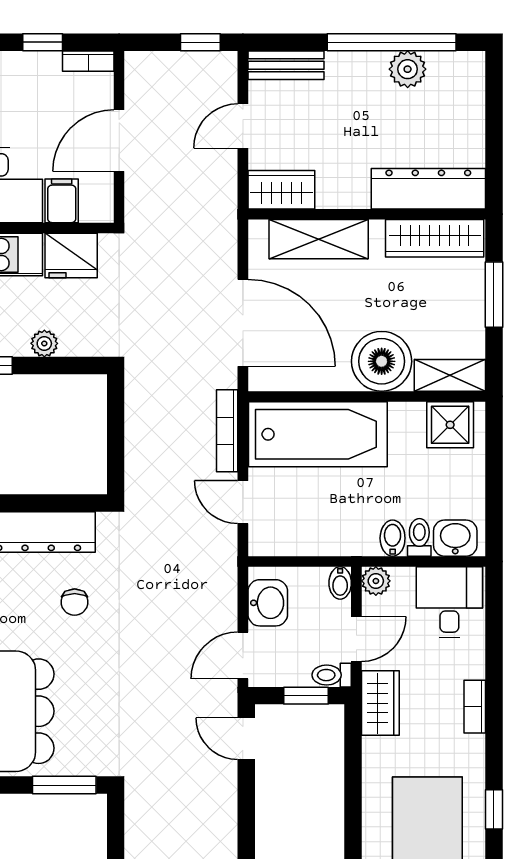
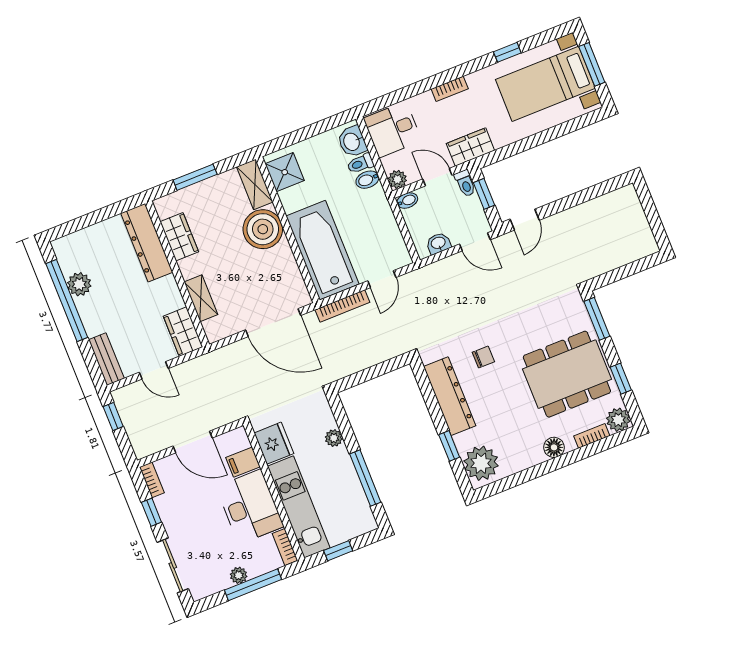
wardrobe: (435, 238) -> (179, 237), width x0.67
shelving: (319, 239) -> (201, 298), width x0.67, depth x0.75
door: (243, 323) -> (273, 323), swing flipped
washbasin: (268, 603) -> (438, 243), width x0.72, depth x0.69

